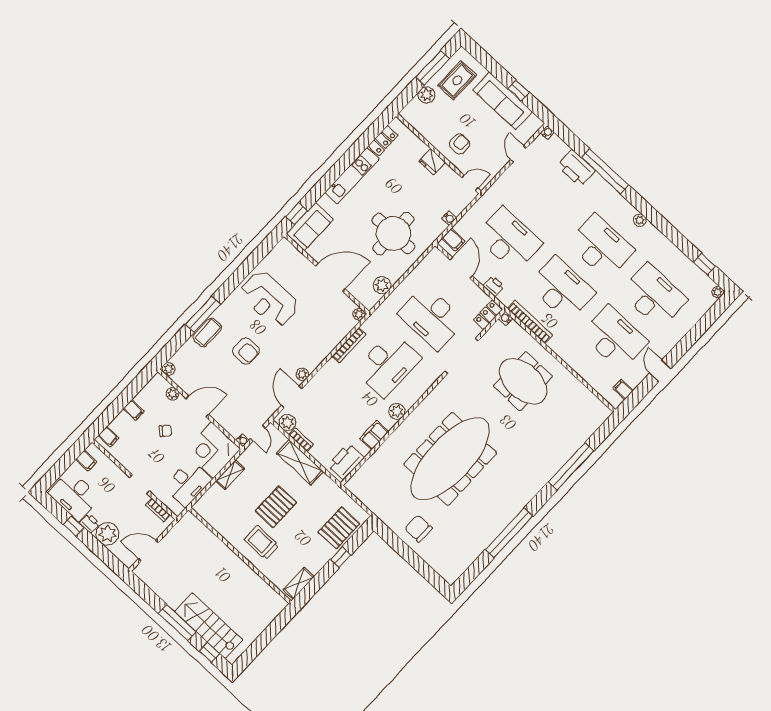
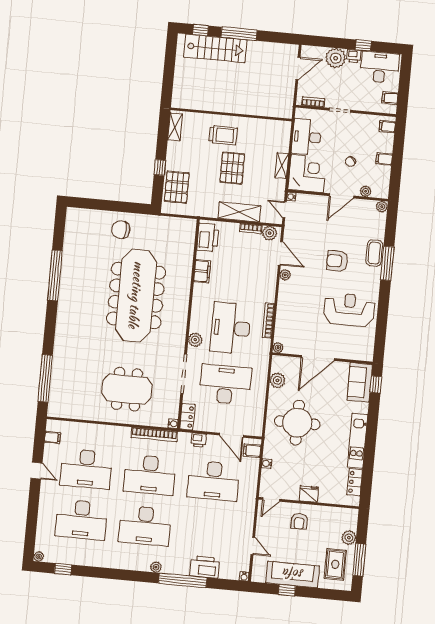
plant: (640, 220) -> (156, 567), moved
plant: (397, 411) -> (195, 340), moved
window: (571, 466) -> (45, 378), moved
chair: (418, 529) -> (121, 230), turned 180

